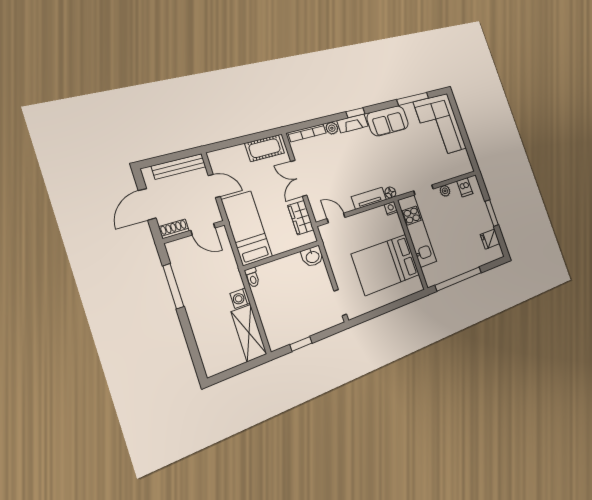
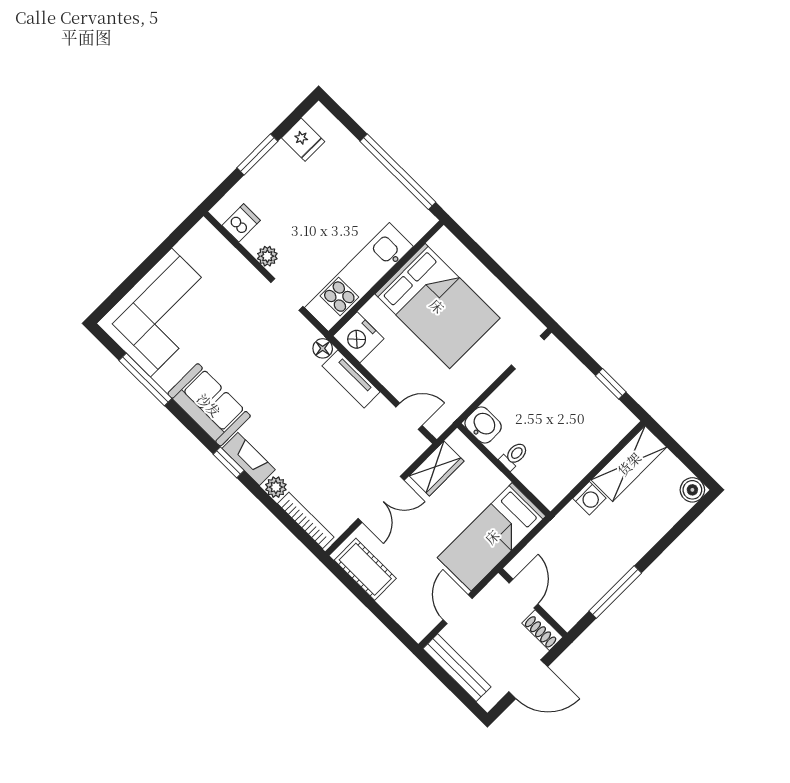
nightstand: (391, 208) -> (359, 337), width x1.89, depth x1.79
door: (336, 218) -> (409, 416), swing flipped
toilet: (252, 277) -> (514, 456), moved
boiler: (213, 367) -> (692, 490), added

